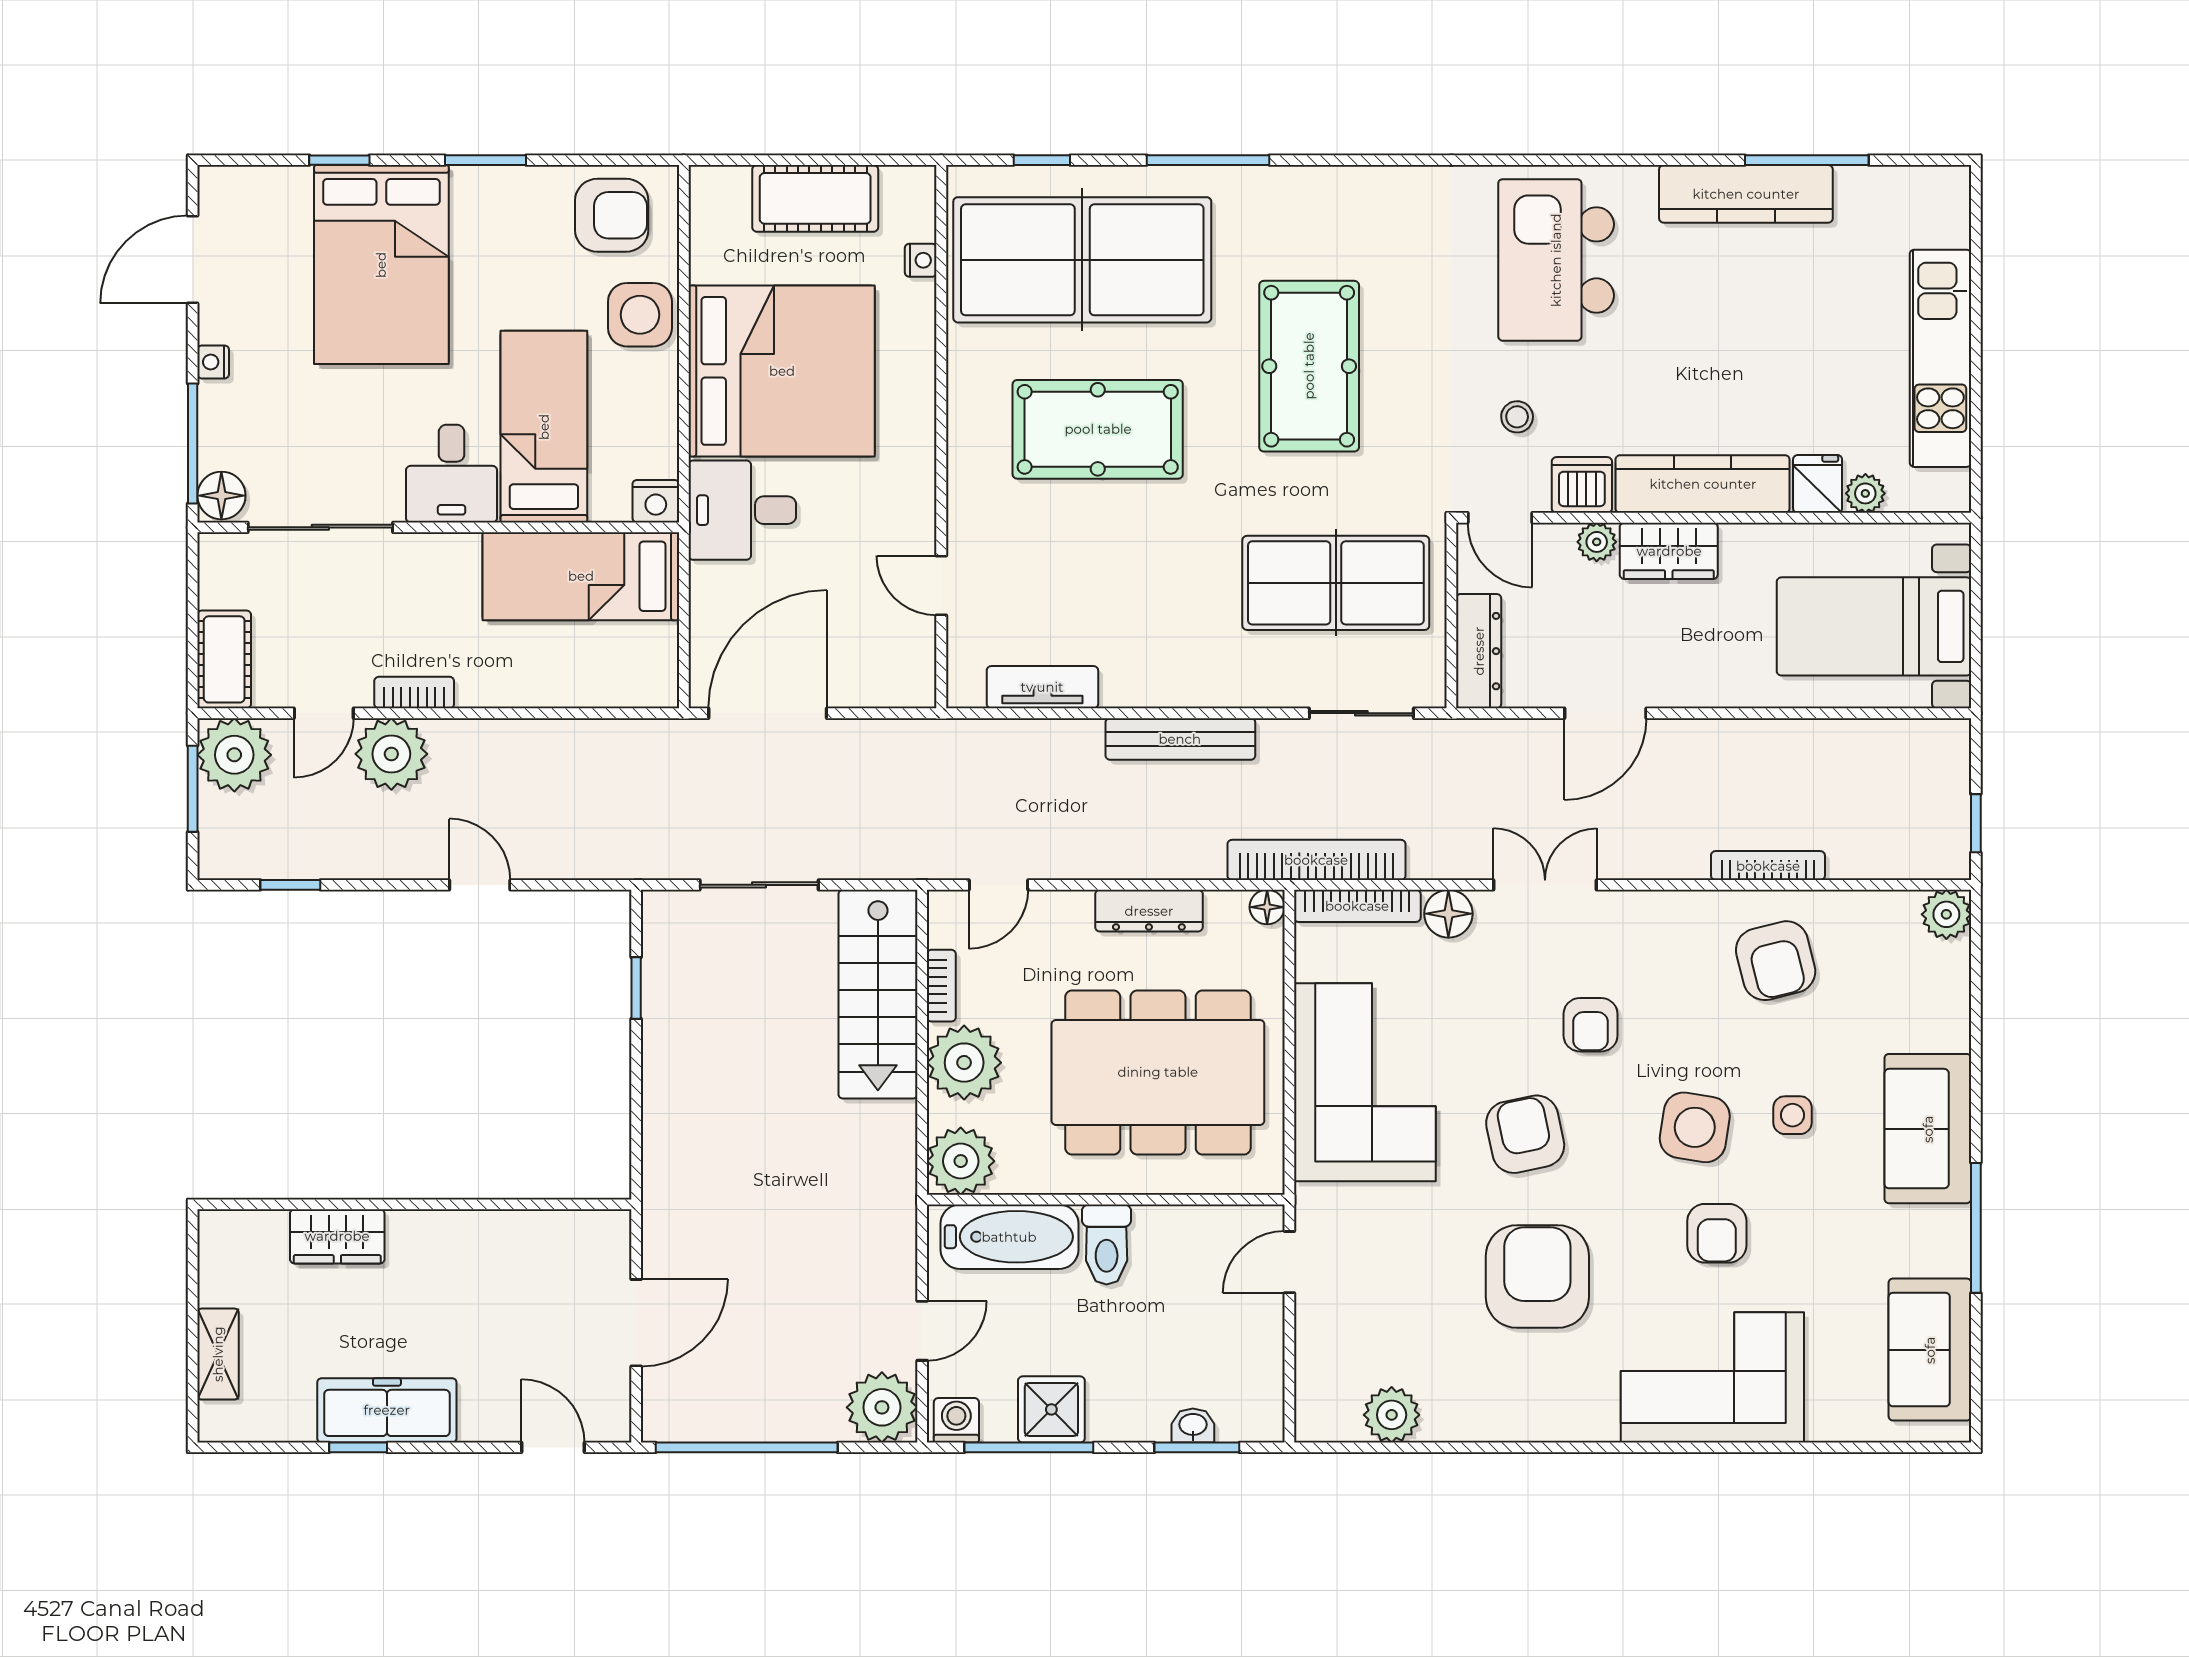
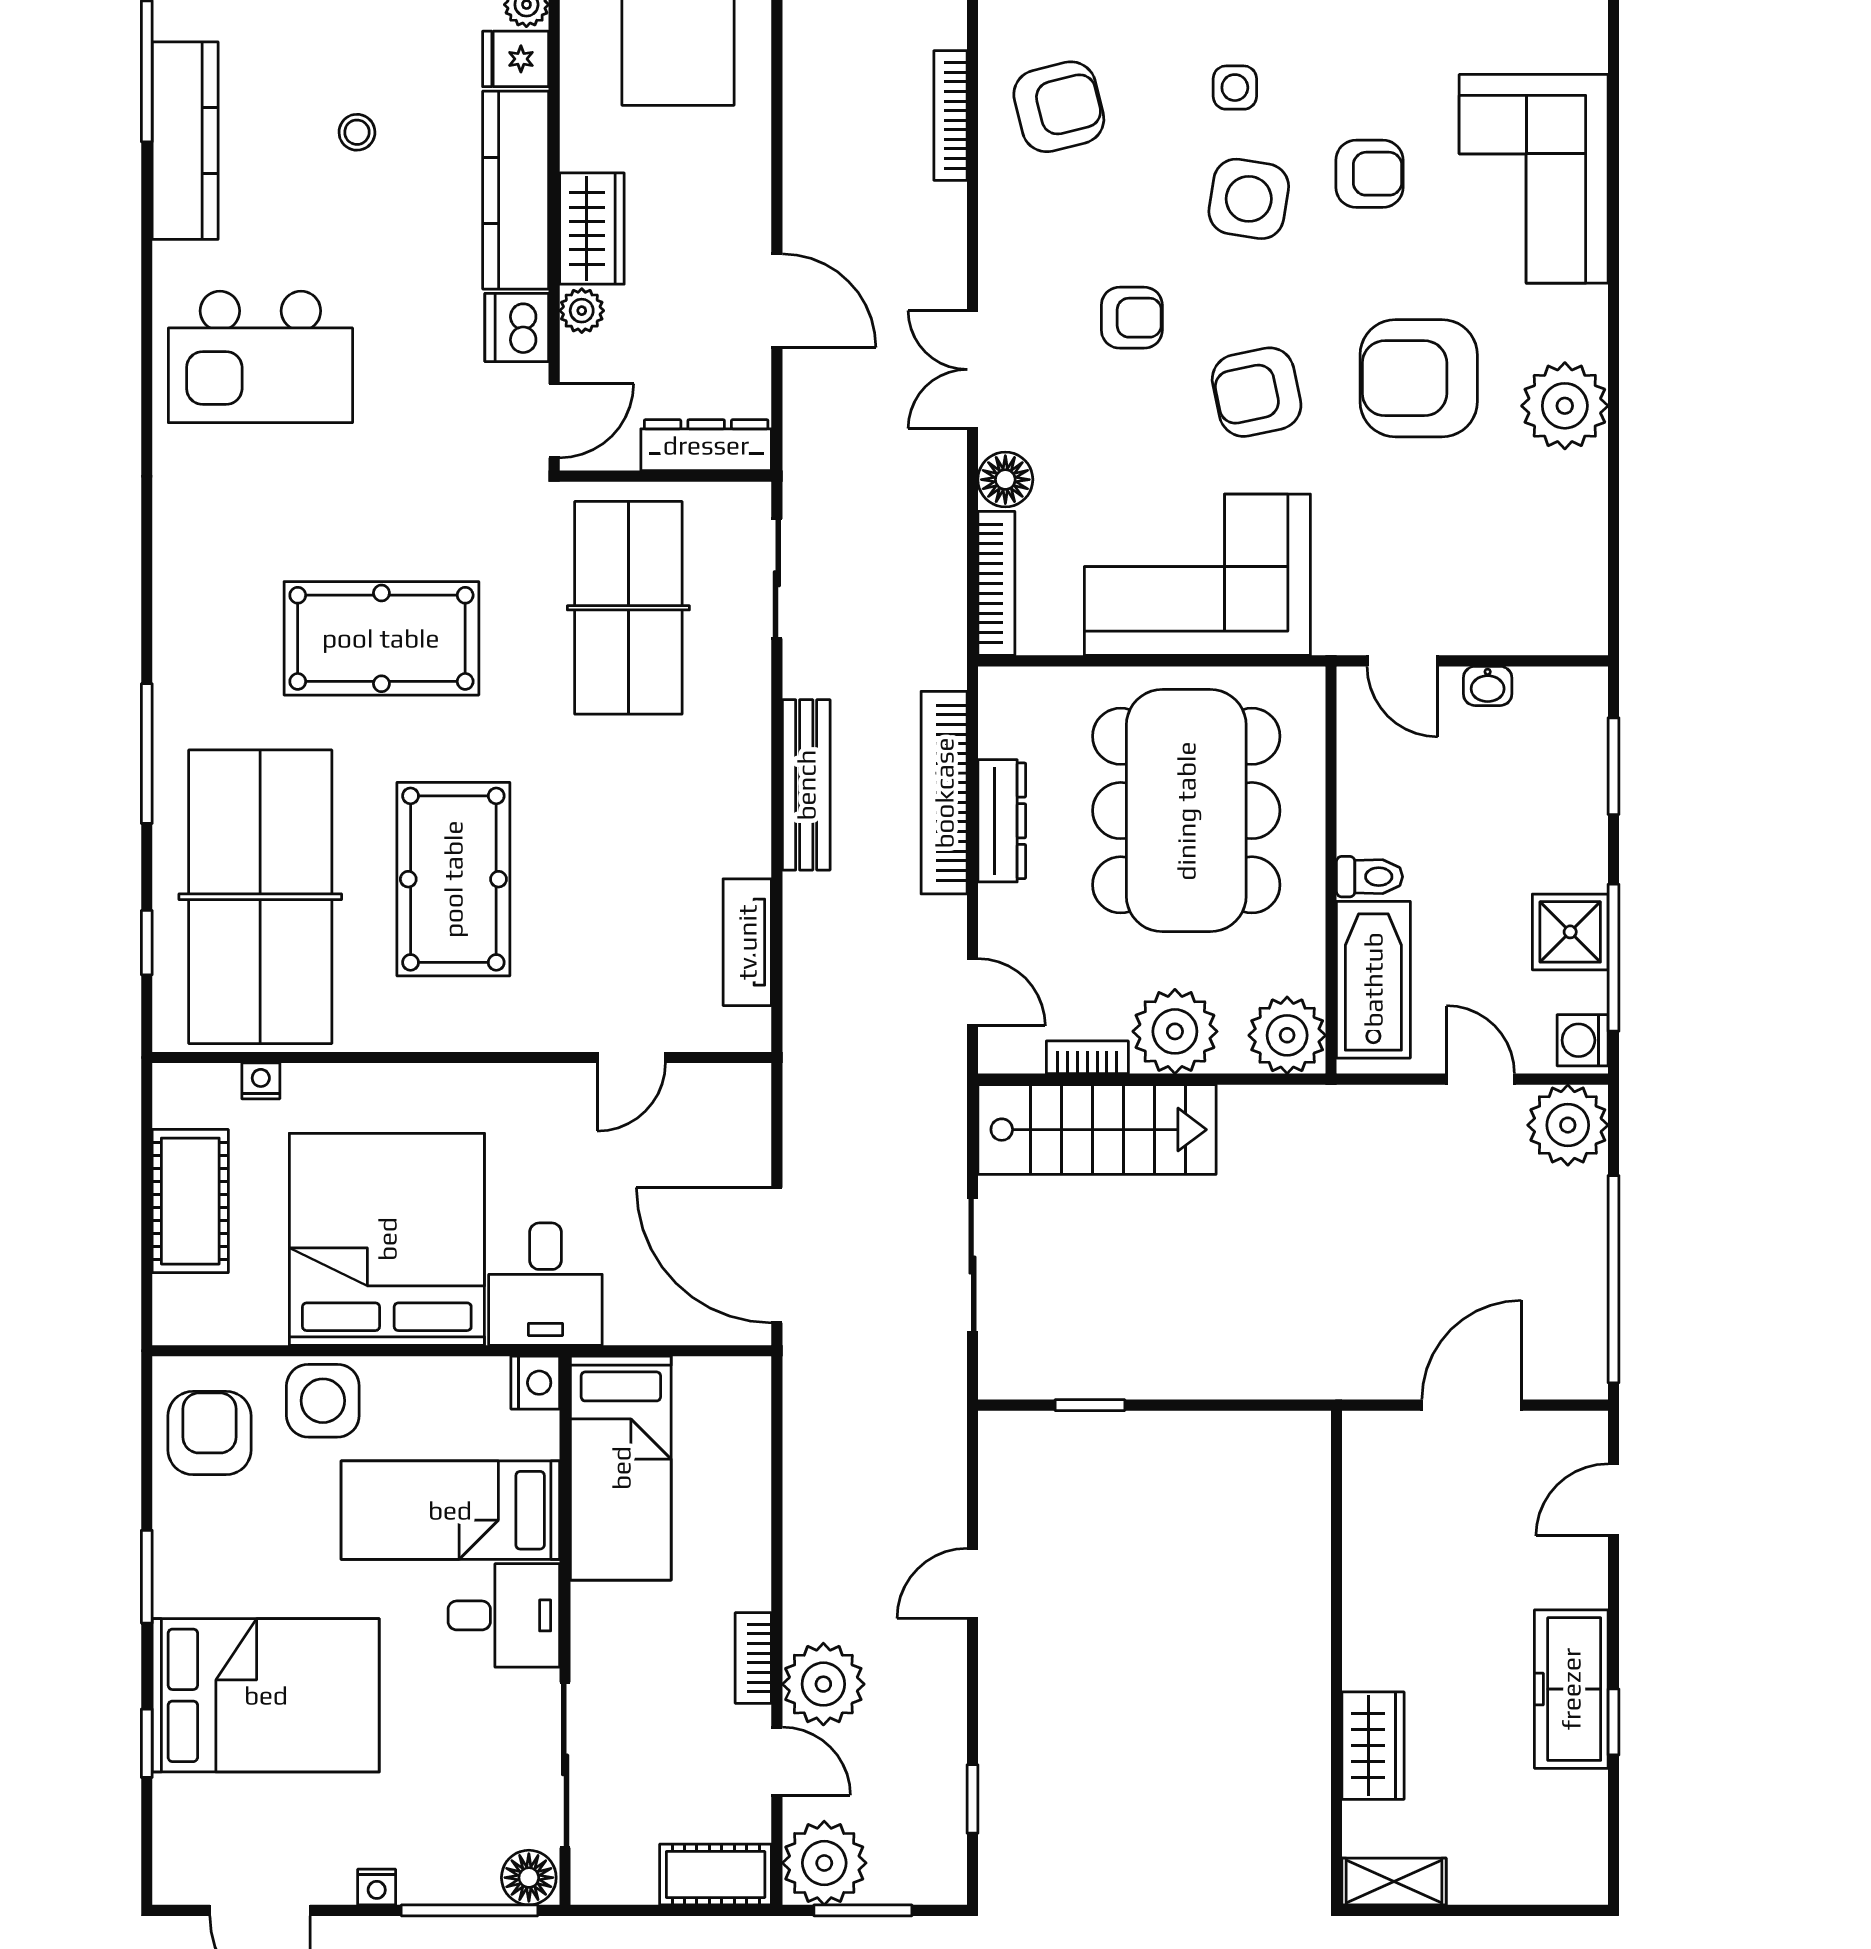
stool: (1517, 417) -> (357, 132), moved
bookcase: (1316, 860) -> (944, 793), moved
floor lamp: (1267, 907) -> (998, 686), removed
toilet: (1107, 1244) -> (1369, 877), width x0.73, depth x0.72
door: (636, 1323) -> (1471, 1405), hinge flipped
shelving: (218, 1354) -> (1394, 1881), moved
plant: (1392, 1415) -> (1565, 406), moved, width x1.36, depth x1.36
washbasin: (1193, 1425) -> (1488, 686), moved, turned -90

